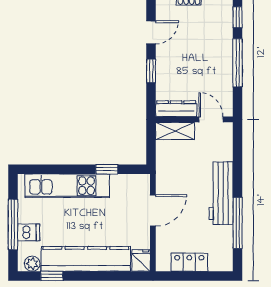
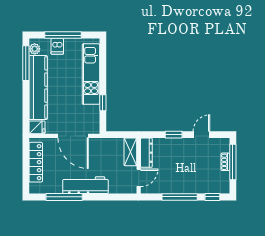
door: (151, 32) -> (201, 135), swing flipped
door: (153, 210) -> (73, 136), width x1.36
locker: (189, 262) -> (36, 162), width x1.53
window: (52, 276) -> (26, 63), width x2.17

